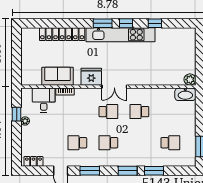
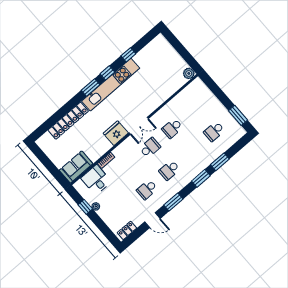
sofa: (58, 76) -> (76, 167), moved
washbasin: (185, 94) -> (195, 87), removed
school desk: (170, 143) -> (214, 131), turned 180

